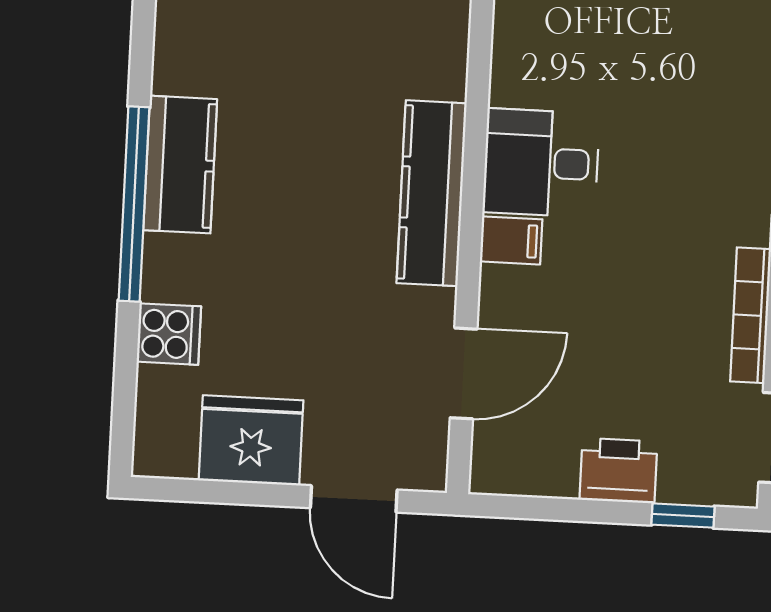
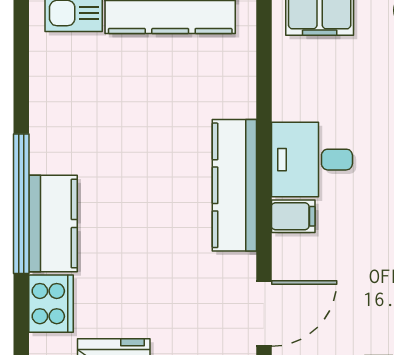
kitchen counter: (180, 165) -> (53, 224), moved
cooker: (169, 334) -> (51, 304), width x1.36

